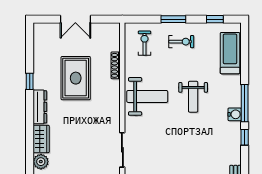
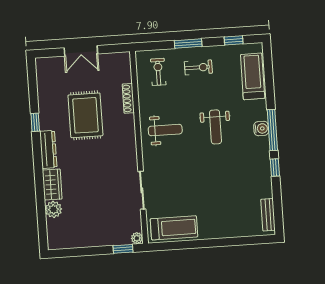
weight bench: (147, 96) -> (165, 130), width x0.73, depth x0.75
water cooler: (235, 114) -> (261, 129), moved

